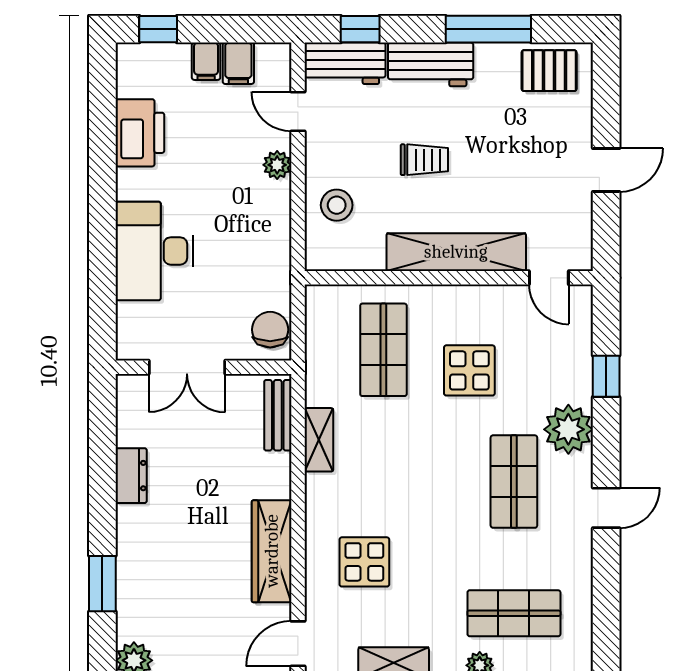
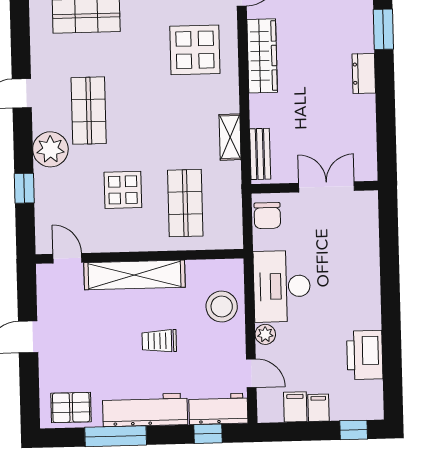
workbench: (431, 64) -> (145, 410), width x1.37
stool: (337, 205) -> (222, 307), width x1.38, depth x1.38
desk: (154, 251) -> (282, 286), moved, turned 180
dresser: (131, 476) -> (364, 73), moved
display table: (364, 562) -> (195, 50), width x1.36, depth x1.36

